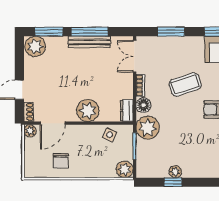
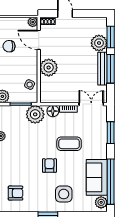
plant: (35, 46) -> (99, 43), moved
coffee table: (185, 85) -> (69, 144), turned -72
dresser: (127, 111) -> (49, 98), removed

